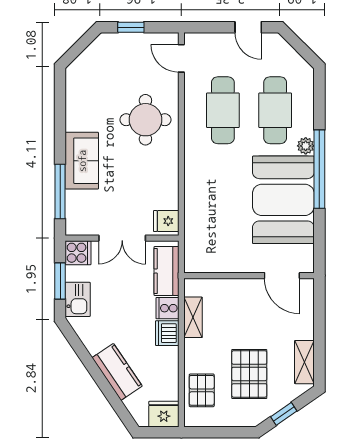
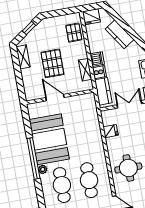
fridge: (166, 221) -> (111, 131), moved
door: (282, 276) -> (55, 98), moved
pallet: (249, 374) -> (52, 63), moved

